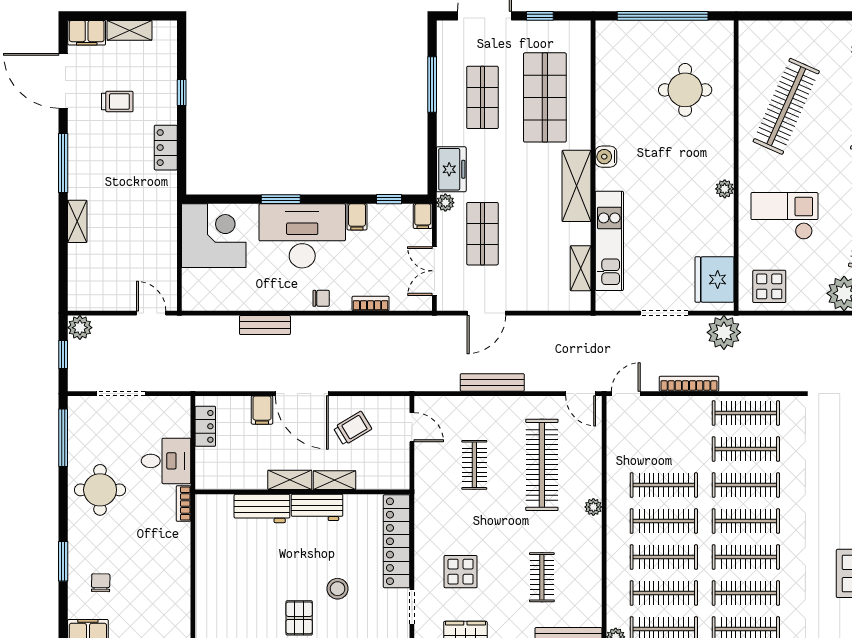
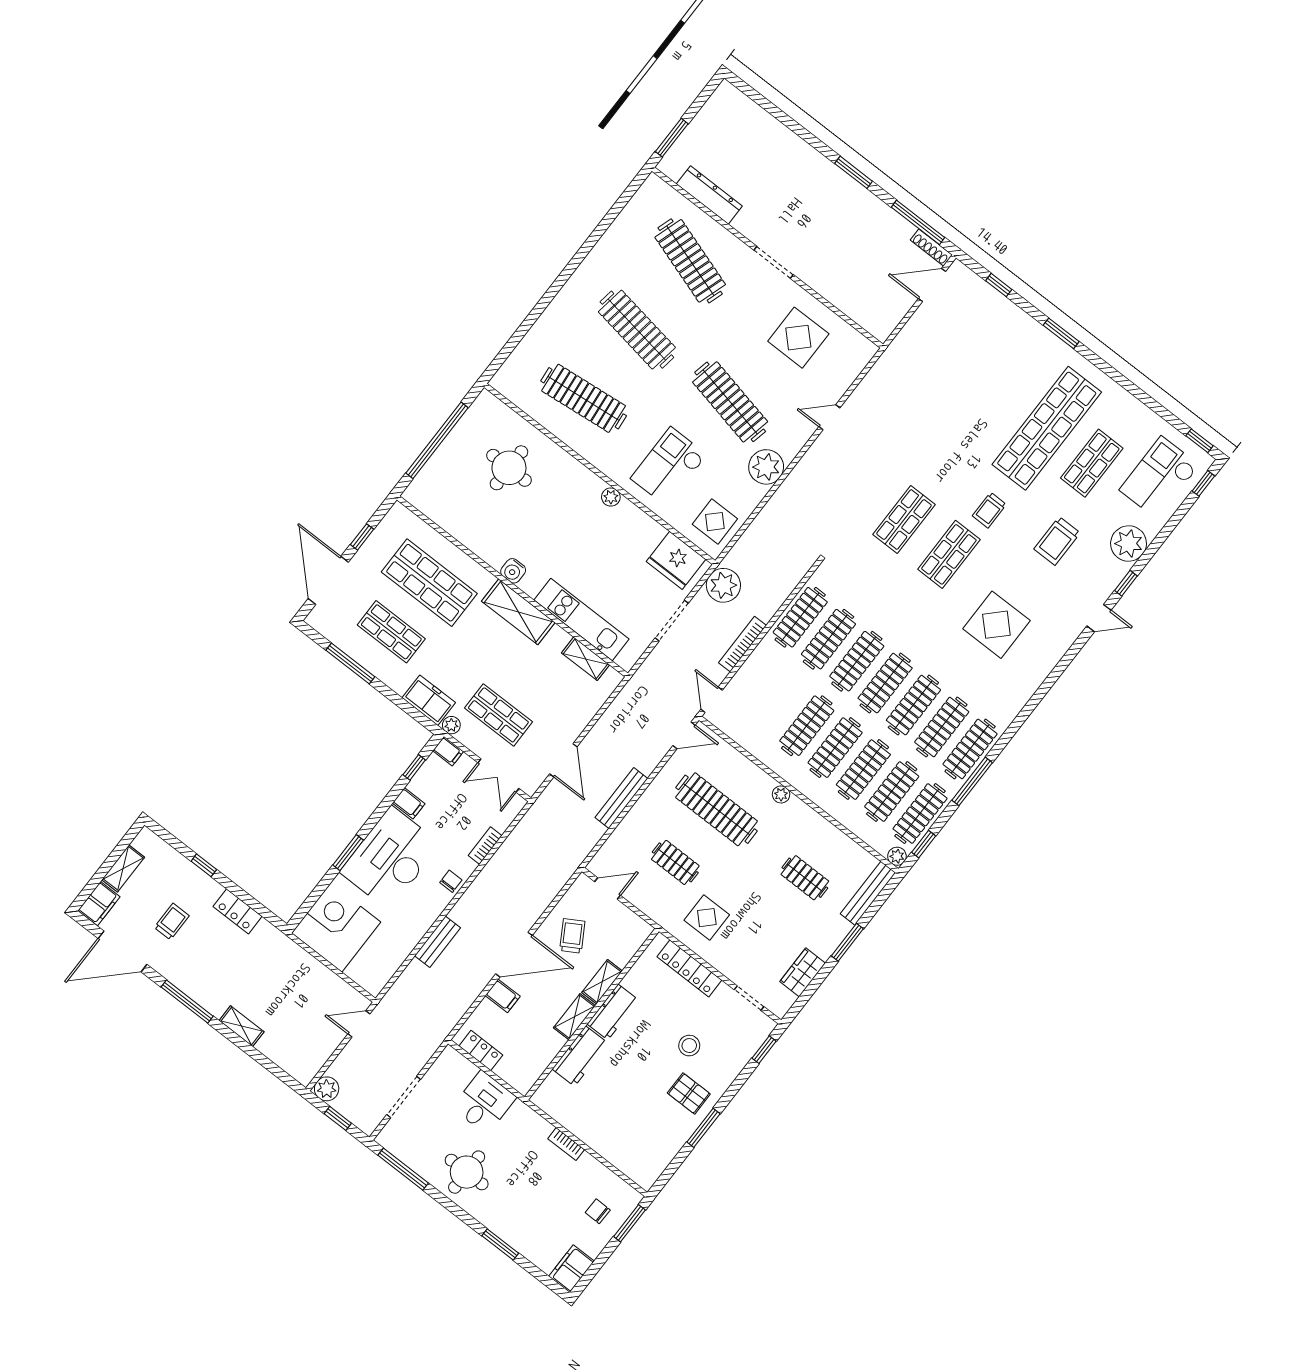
clothes rail: (786, 106) -> (584, 398), turned -30
bookcase: (183, 503) -> (566, 1144), moved
locker: (397, 541) -> (689, 968), width x0.71, depth x0.83
display table: (461, 572) -> (707, 918), moved
chair: (101, 583) -> (598, 1211), moved

